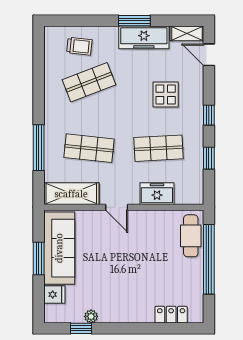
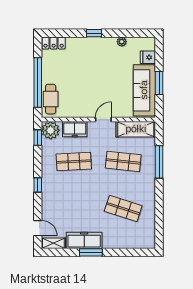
trolley: (79, 46) -> (130, 234), removed
shop shelf: (89, 82) -> (123, 209), turned 39
display table: (166, 94) -> (69, 200), removed
window: (209, 158) -> (38, 138), moved
plant: (191, 192) -> (51, 130), added
door: (117, 207) -> (103, 119), hinge flipped
locker: (171, 315) -> (54, 43), moved
window: (81, 328) -> (94, 33), moved

